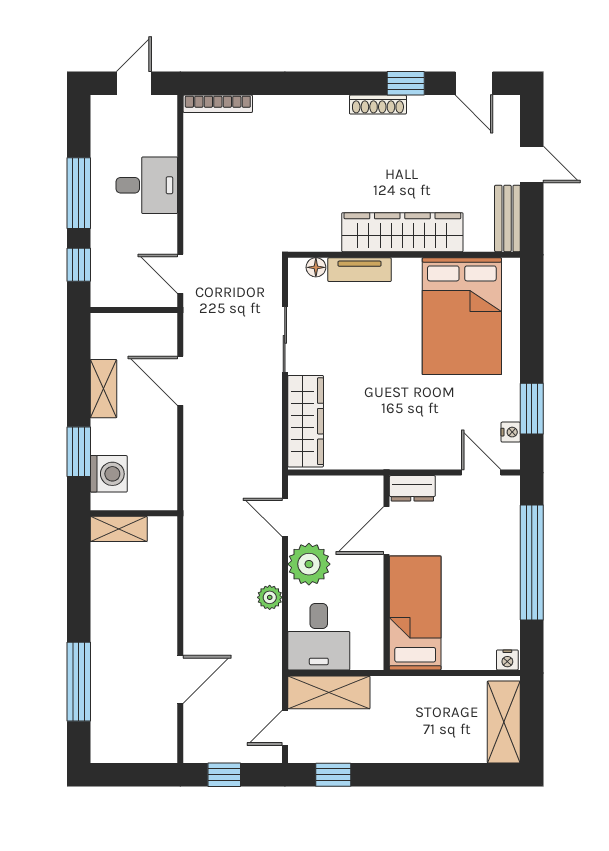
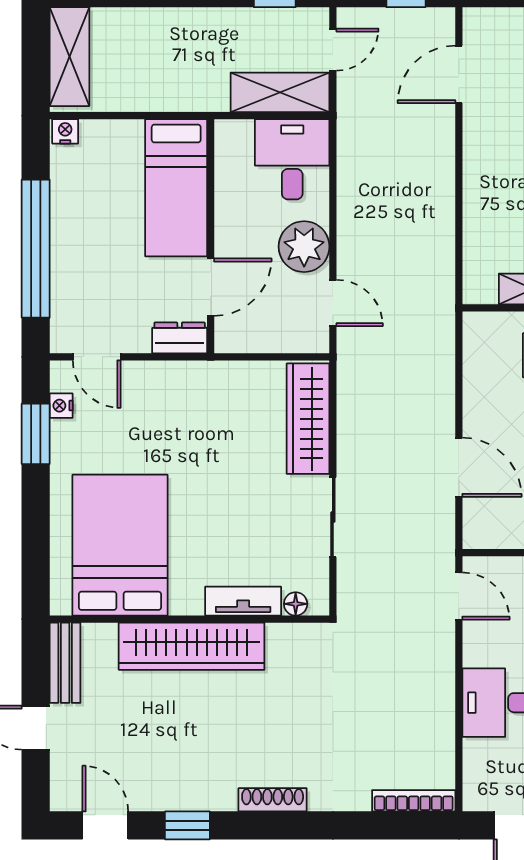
shoe rack: (378, 105) -> (273, 800), moved
plant: (270, 597) -> (351, 207), removed
door: (180, 679) -> (459, 74), moved

